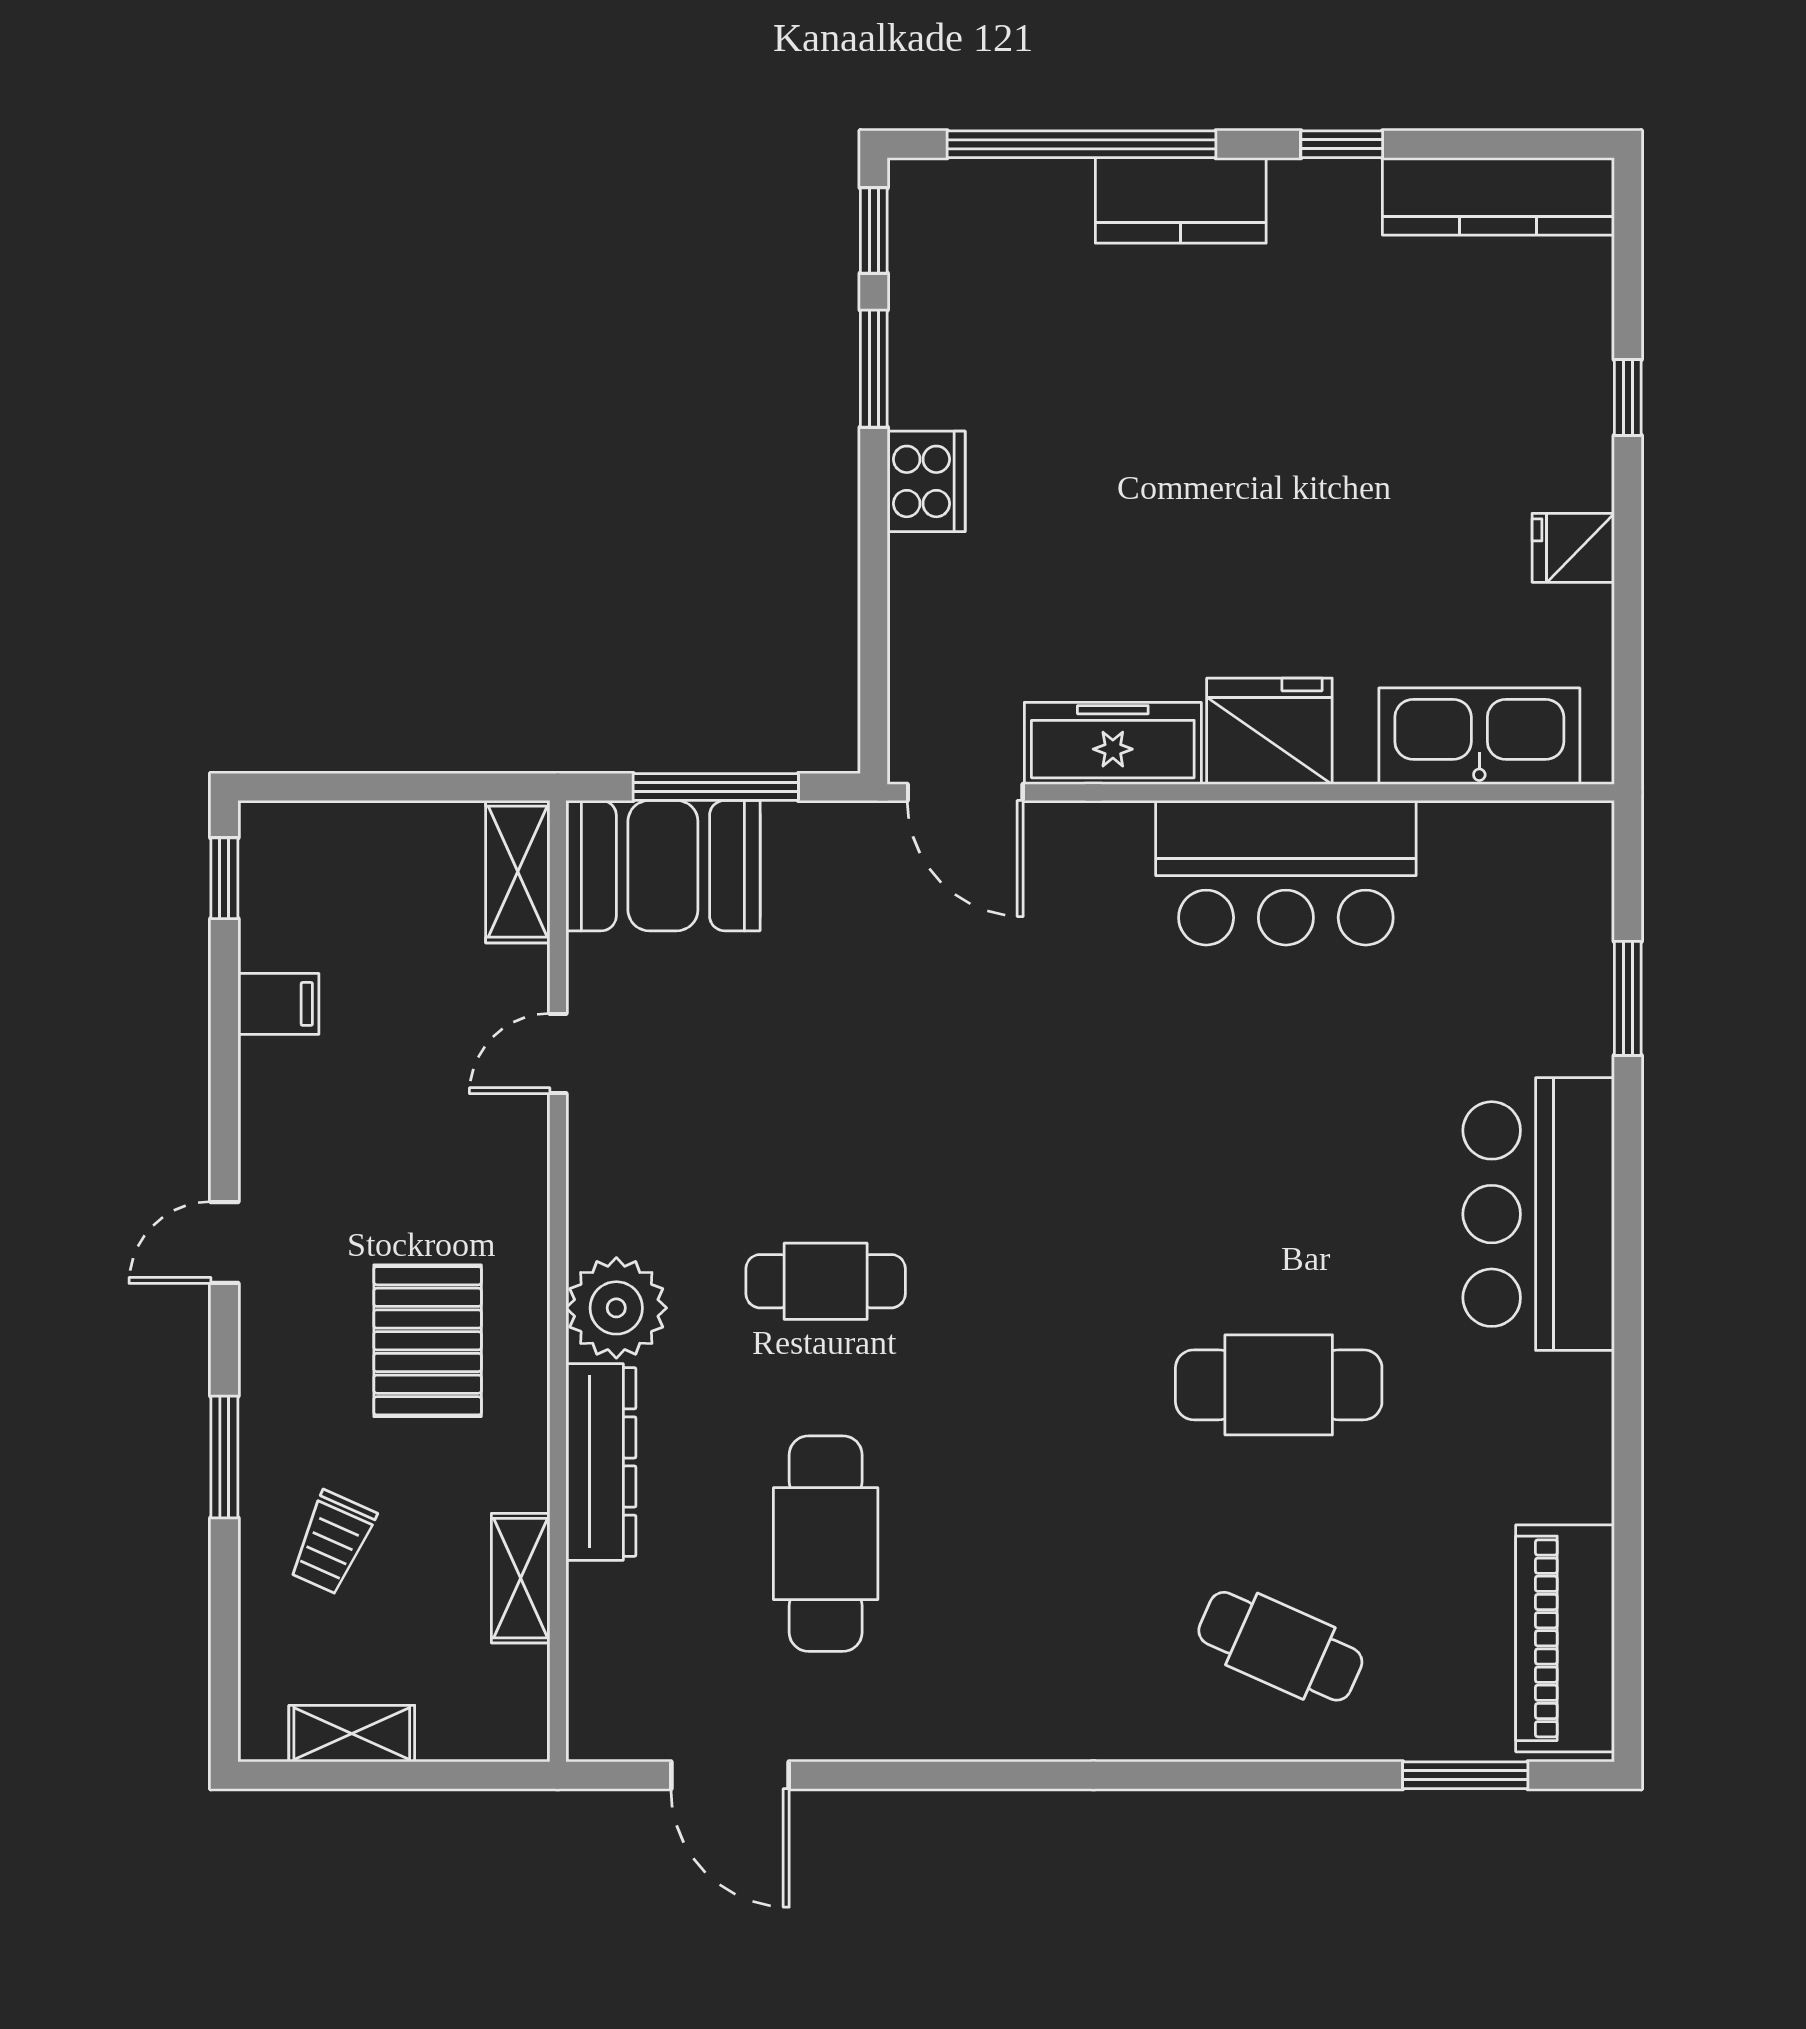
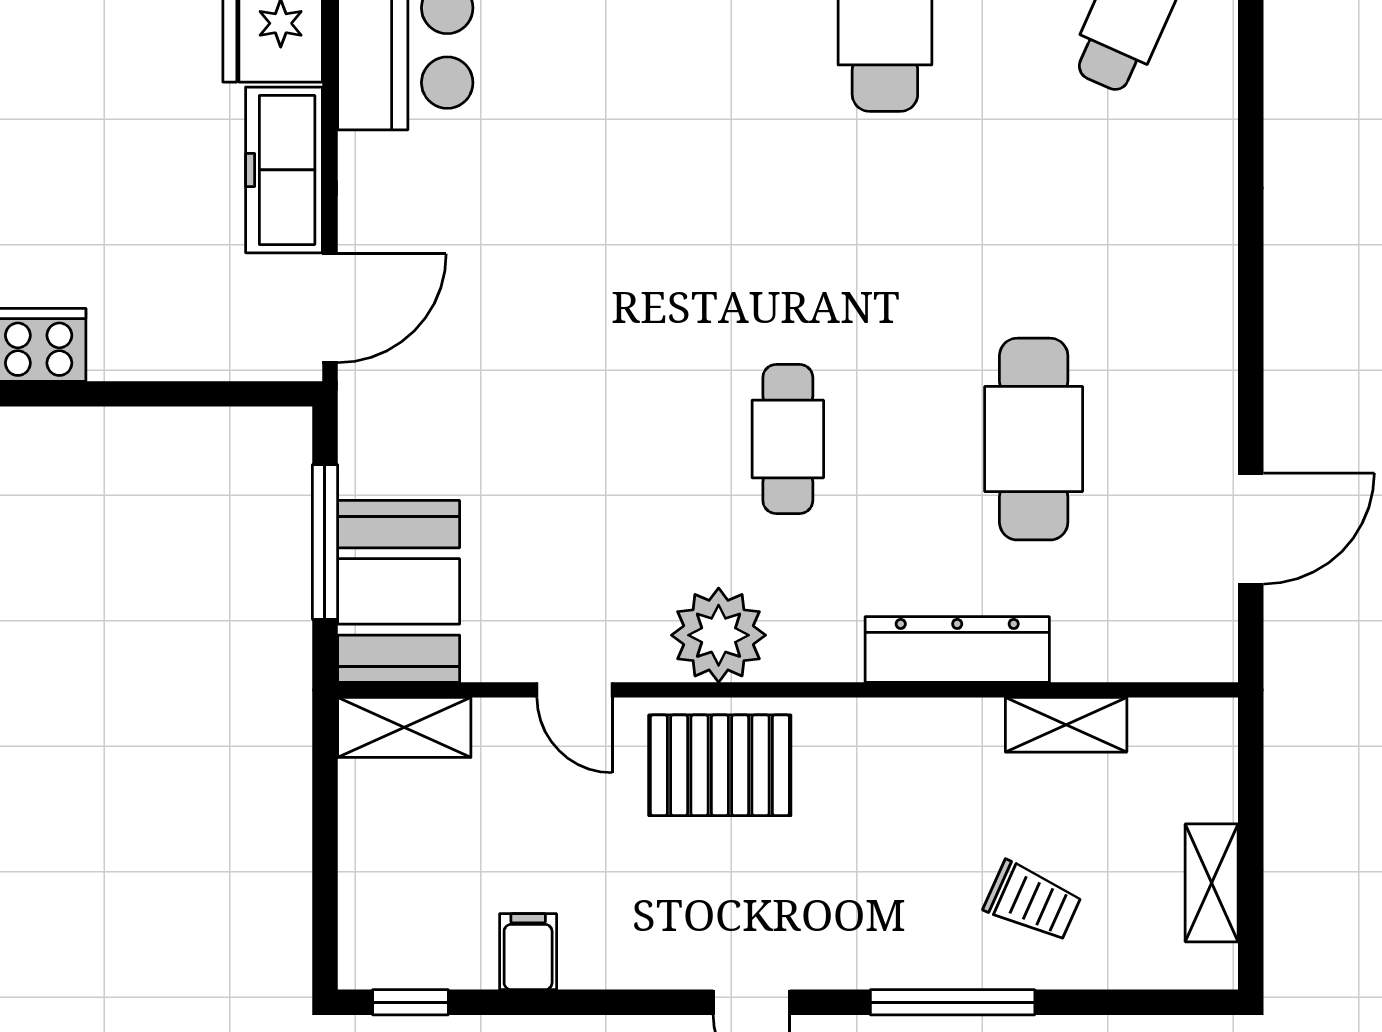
plant: (616, 1308) -> (719, 635), moved
pallet: (428, 1341) -> (720, 765), moved
window: (224, 1457) -> (953, 1002), width x1.44
cafe table: (826, 1544) -> (1034, 439), turned 90

